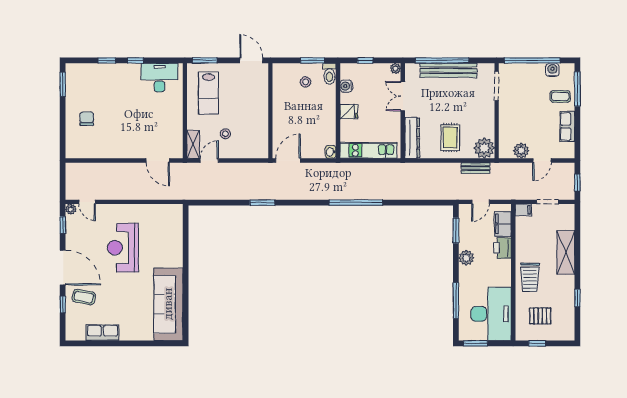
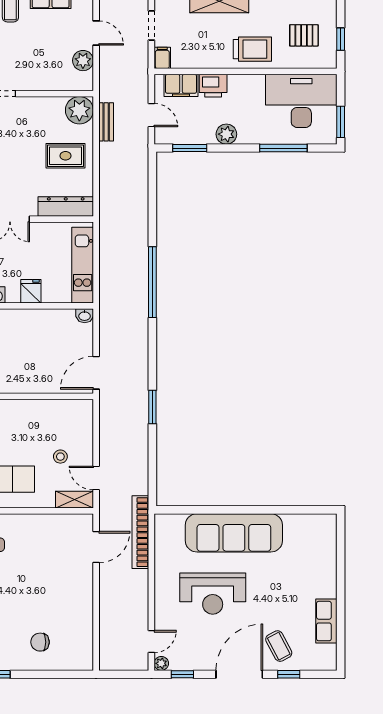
door: (288, 160) -> (96, 373), hinge flipped
bookcase: (169, 194) -> (140, 532), added
coffee table: (84, 297) -> (279, 646), turned -39
sofa: (168, 304) -> (234, 533), moved
pallet: (540, 316) -> (304, 35), turned 90

